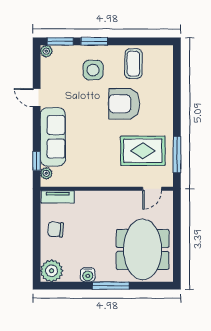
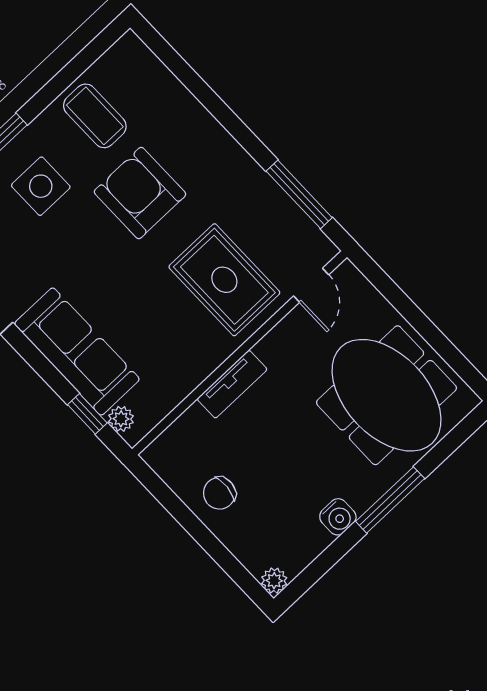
armchair: (124, 104) -> (140, 193), turned 90
rug: (143, 151) -> (224, 280), moved, turned 90
tv unit: (58, 197) -> (232, 384), moved
plant: (52, 271) -> (274, 581), width x0.53, depth x0.53

